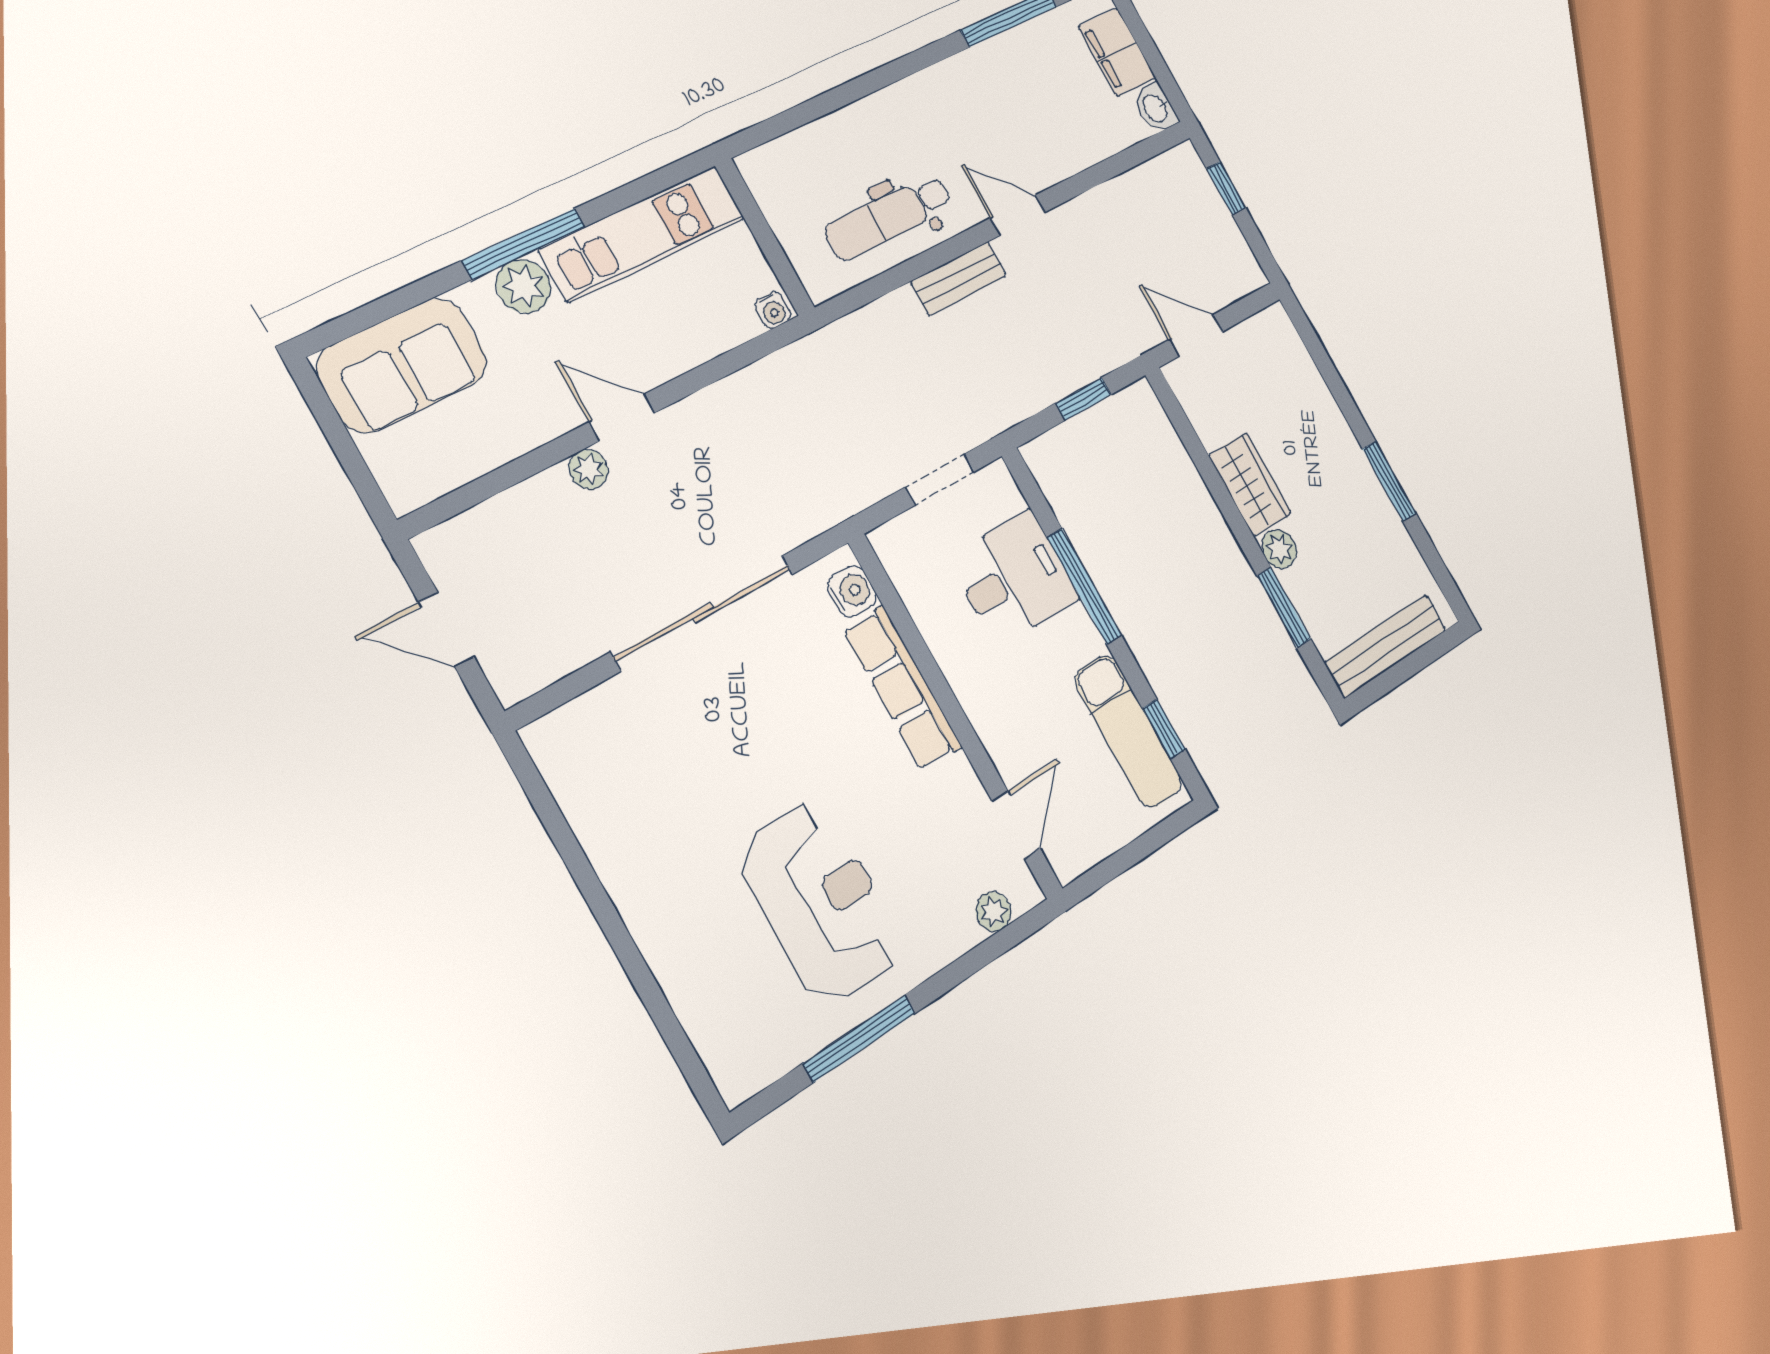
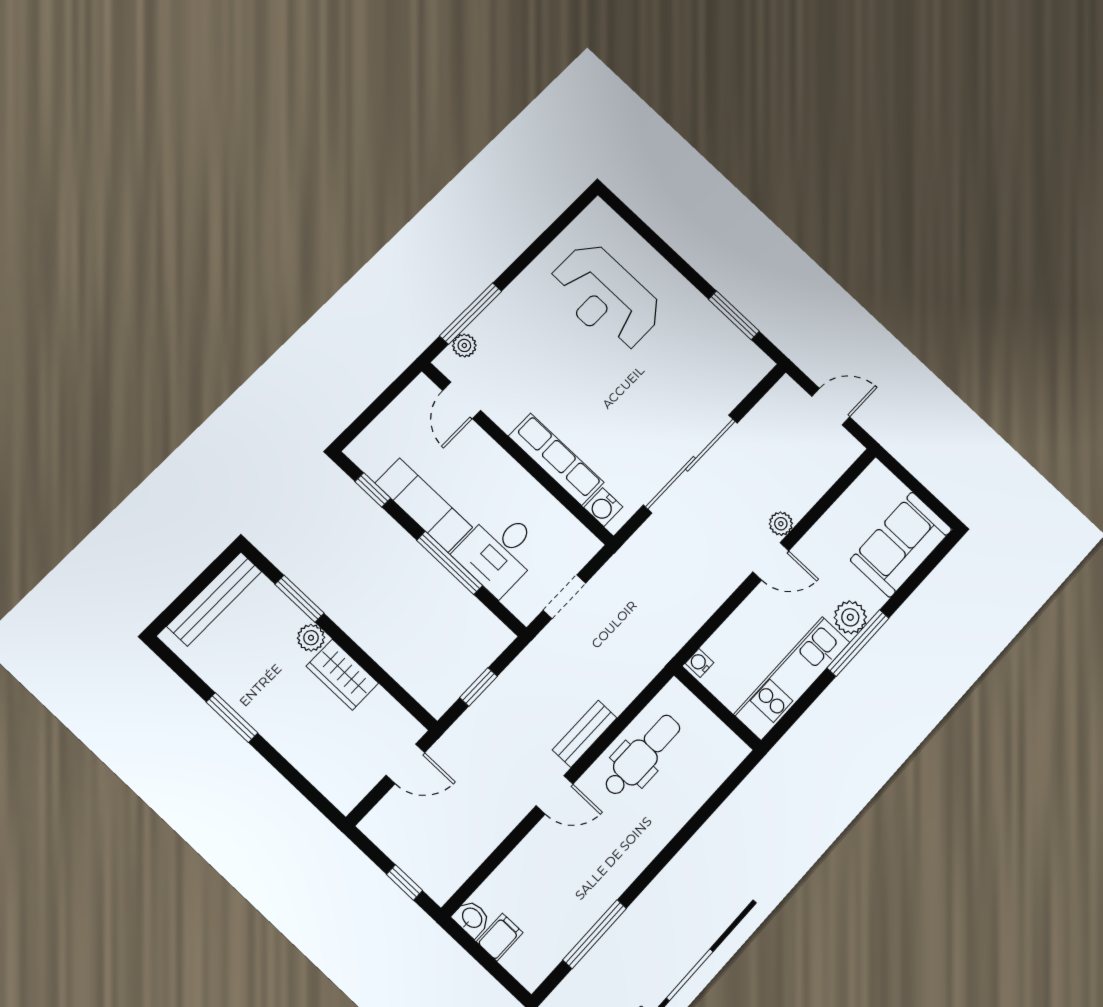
filing cabinet: (1117, 52) -> (500, 937), width x0.50
exam couch: (1128, 731) -> (424, 505), moved
window: (562, 837) -> (734, 315), added
reception desk: (821, 902) -> (605, 297), moved
window: (859, 1038) -> (471, 314), moved

